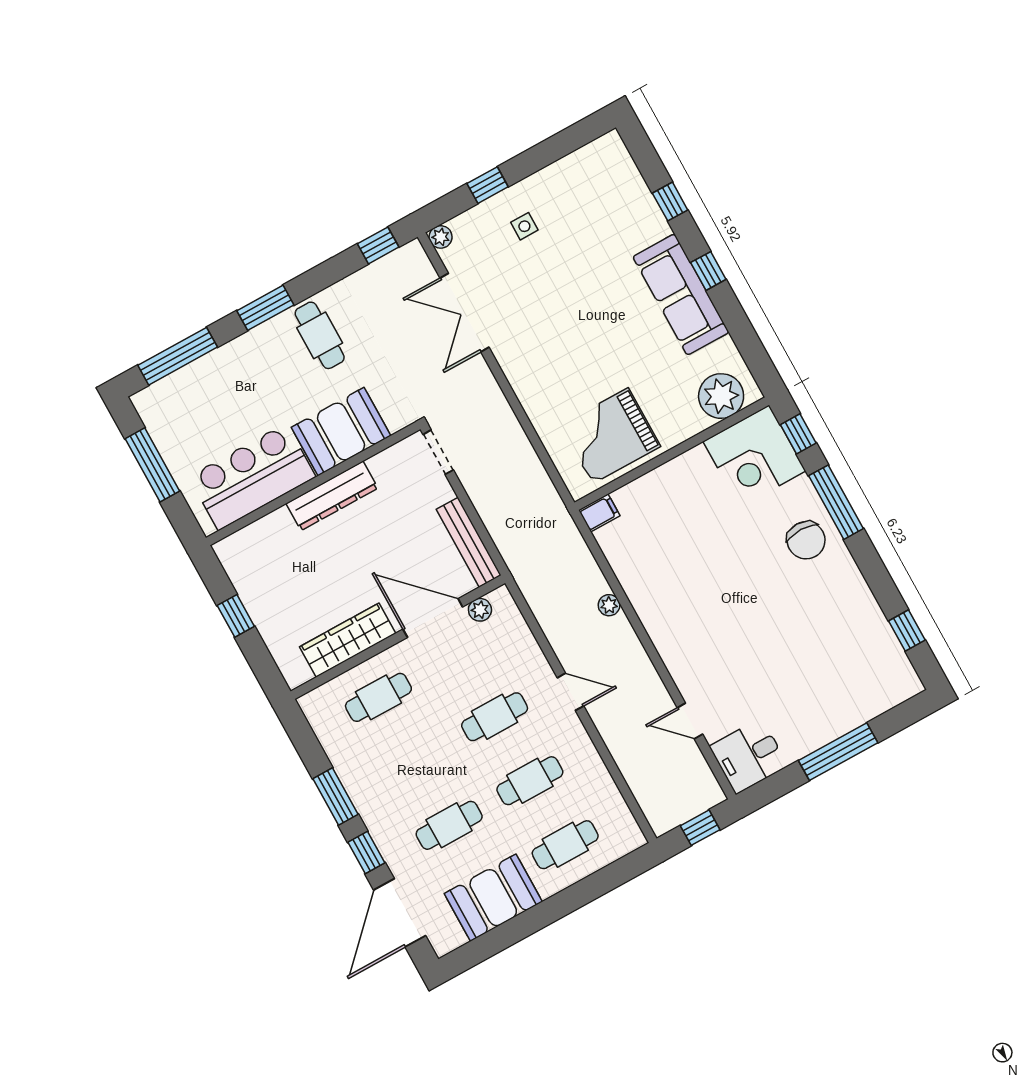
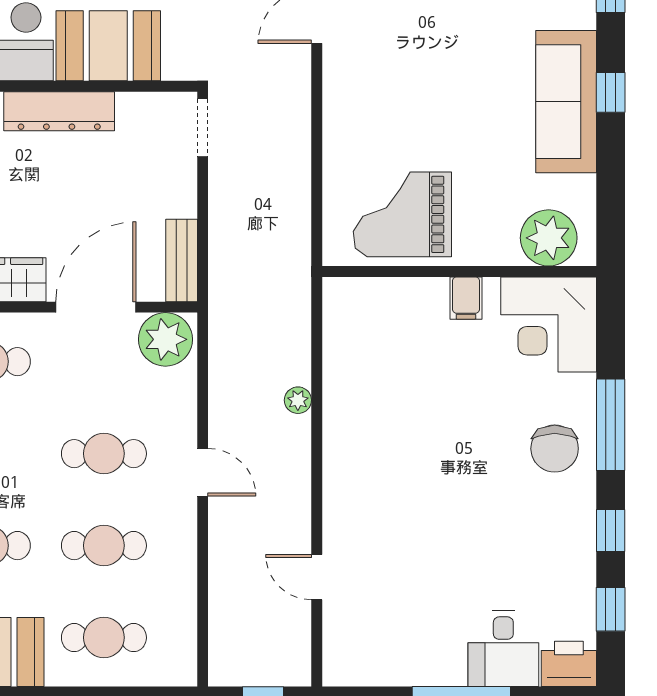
window: (798, 434) -> (611, 530), moved
filing cabinet: (599, 513) -> (466, 298), moved, turned 90
bench: (469, 542) -> (182, 260), width x0.73
plant: (480, 610) -> (165, 339), width x1.88, depth x1.88
door: (433, 618) -> (96, 307), hinge flipped
printer: (899, 685) -> (569, 664), added
desk: (749, 756) -> (503, 649), moved, turned -90

